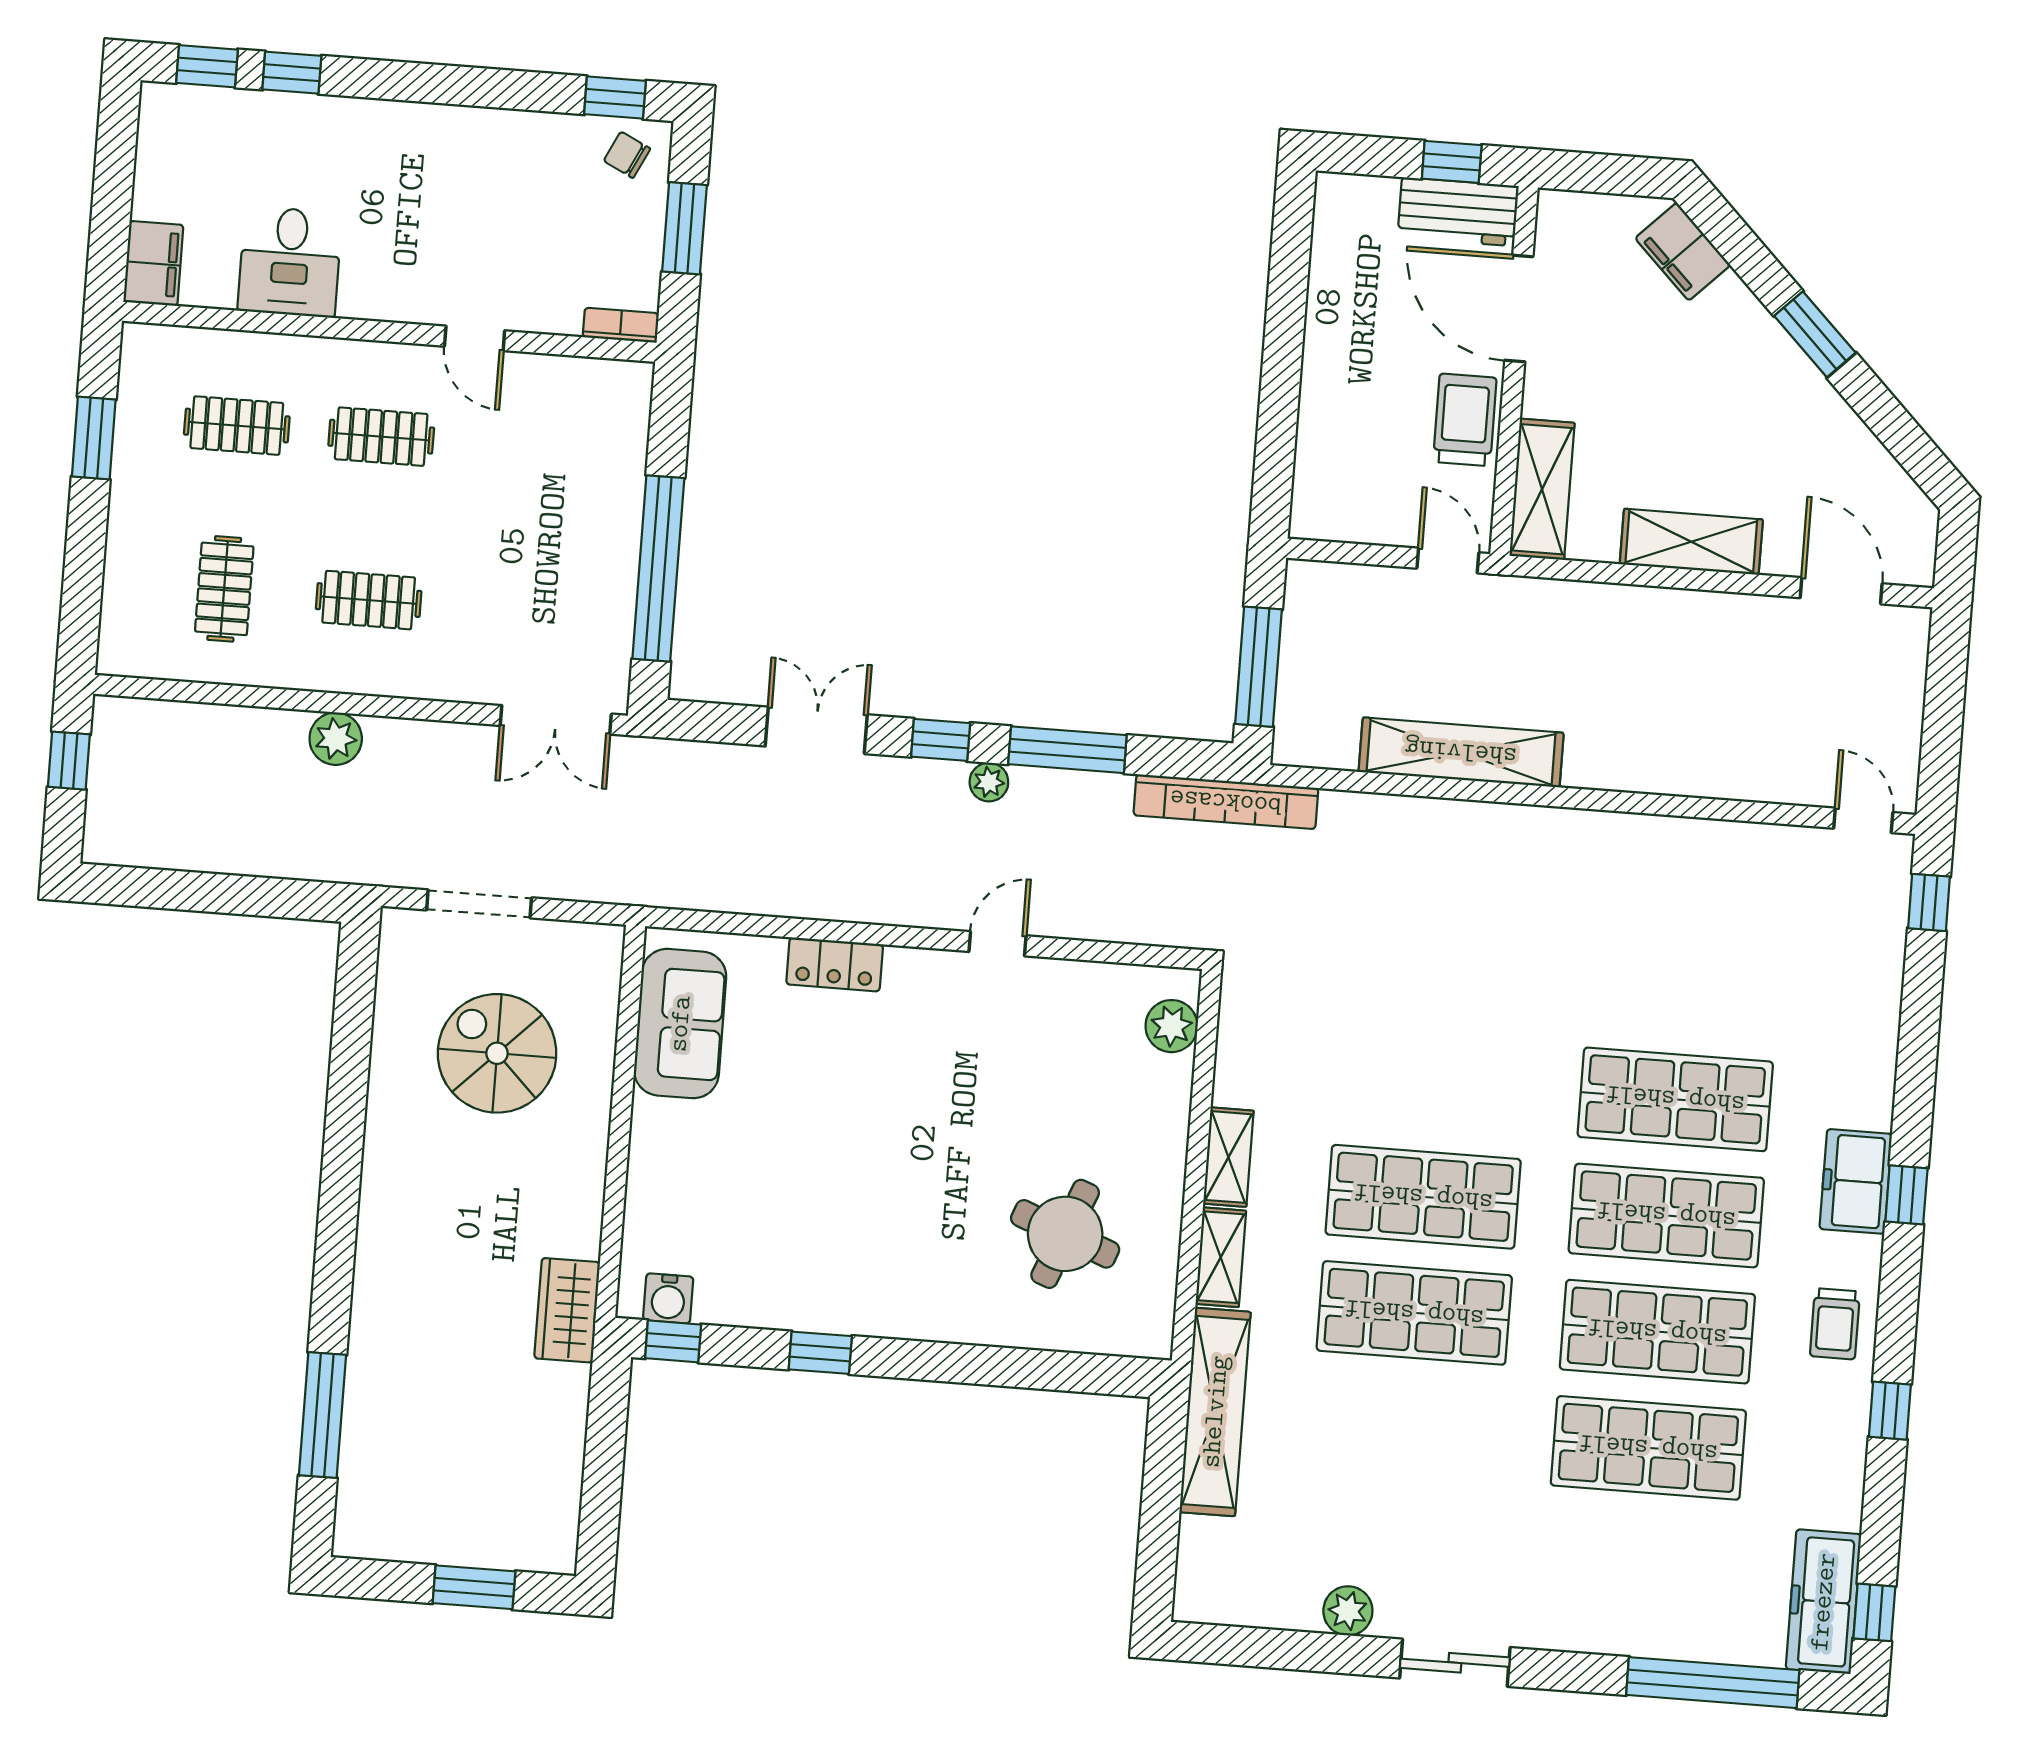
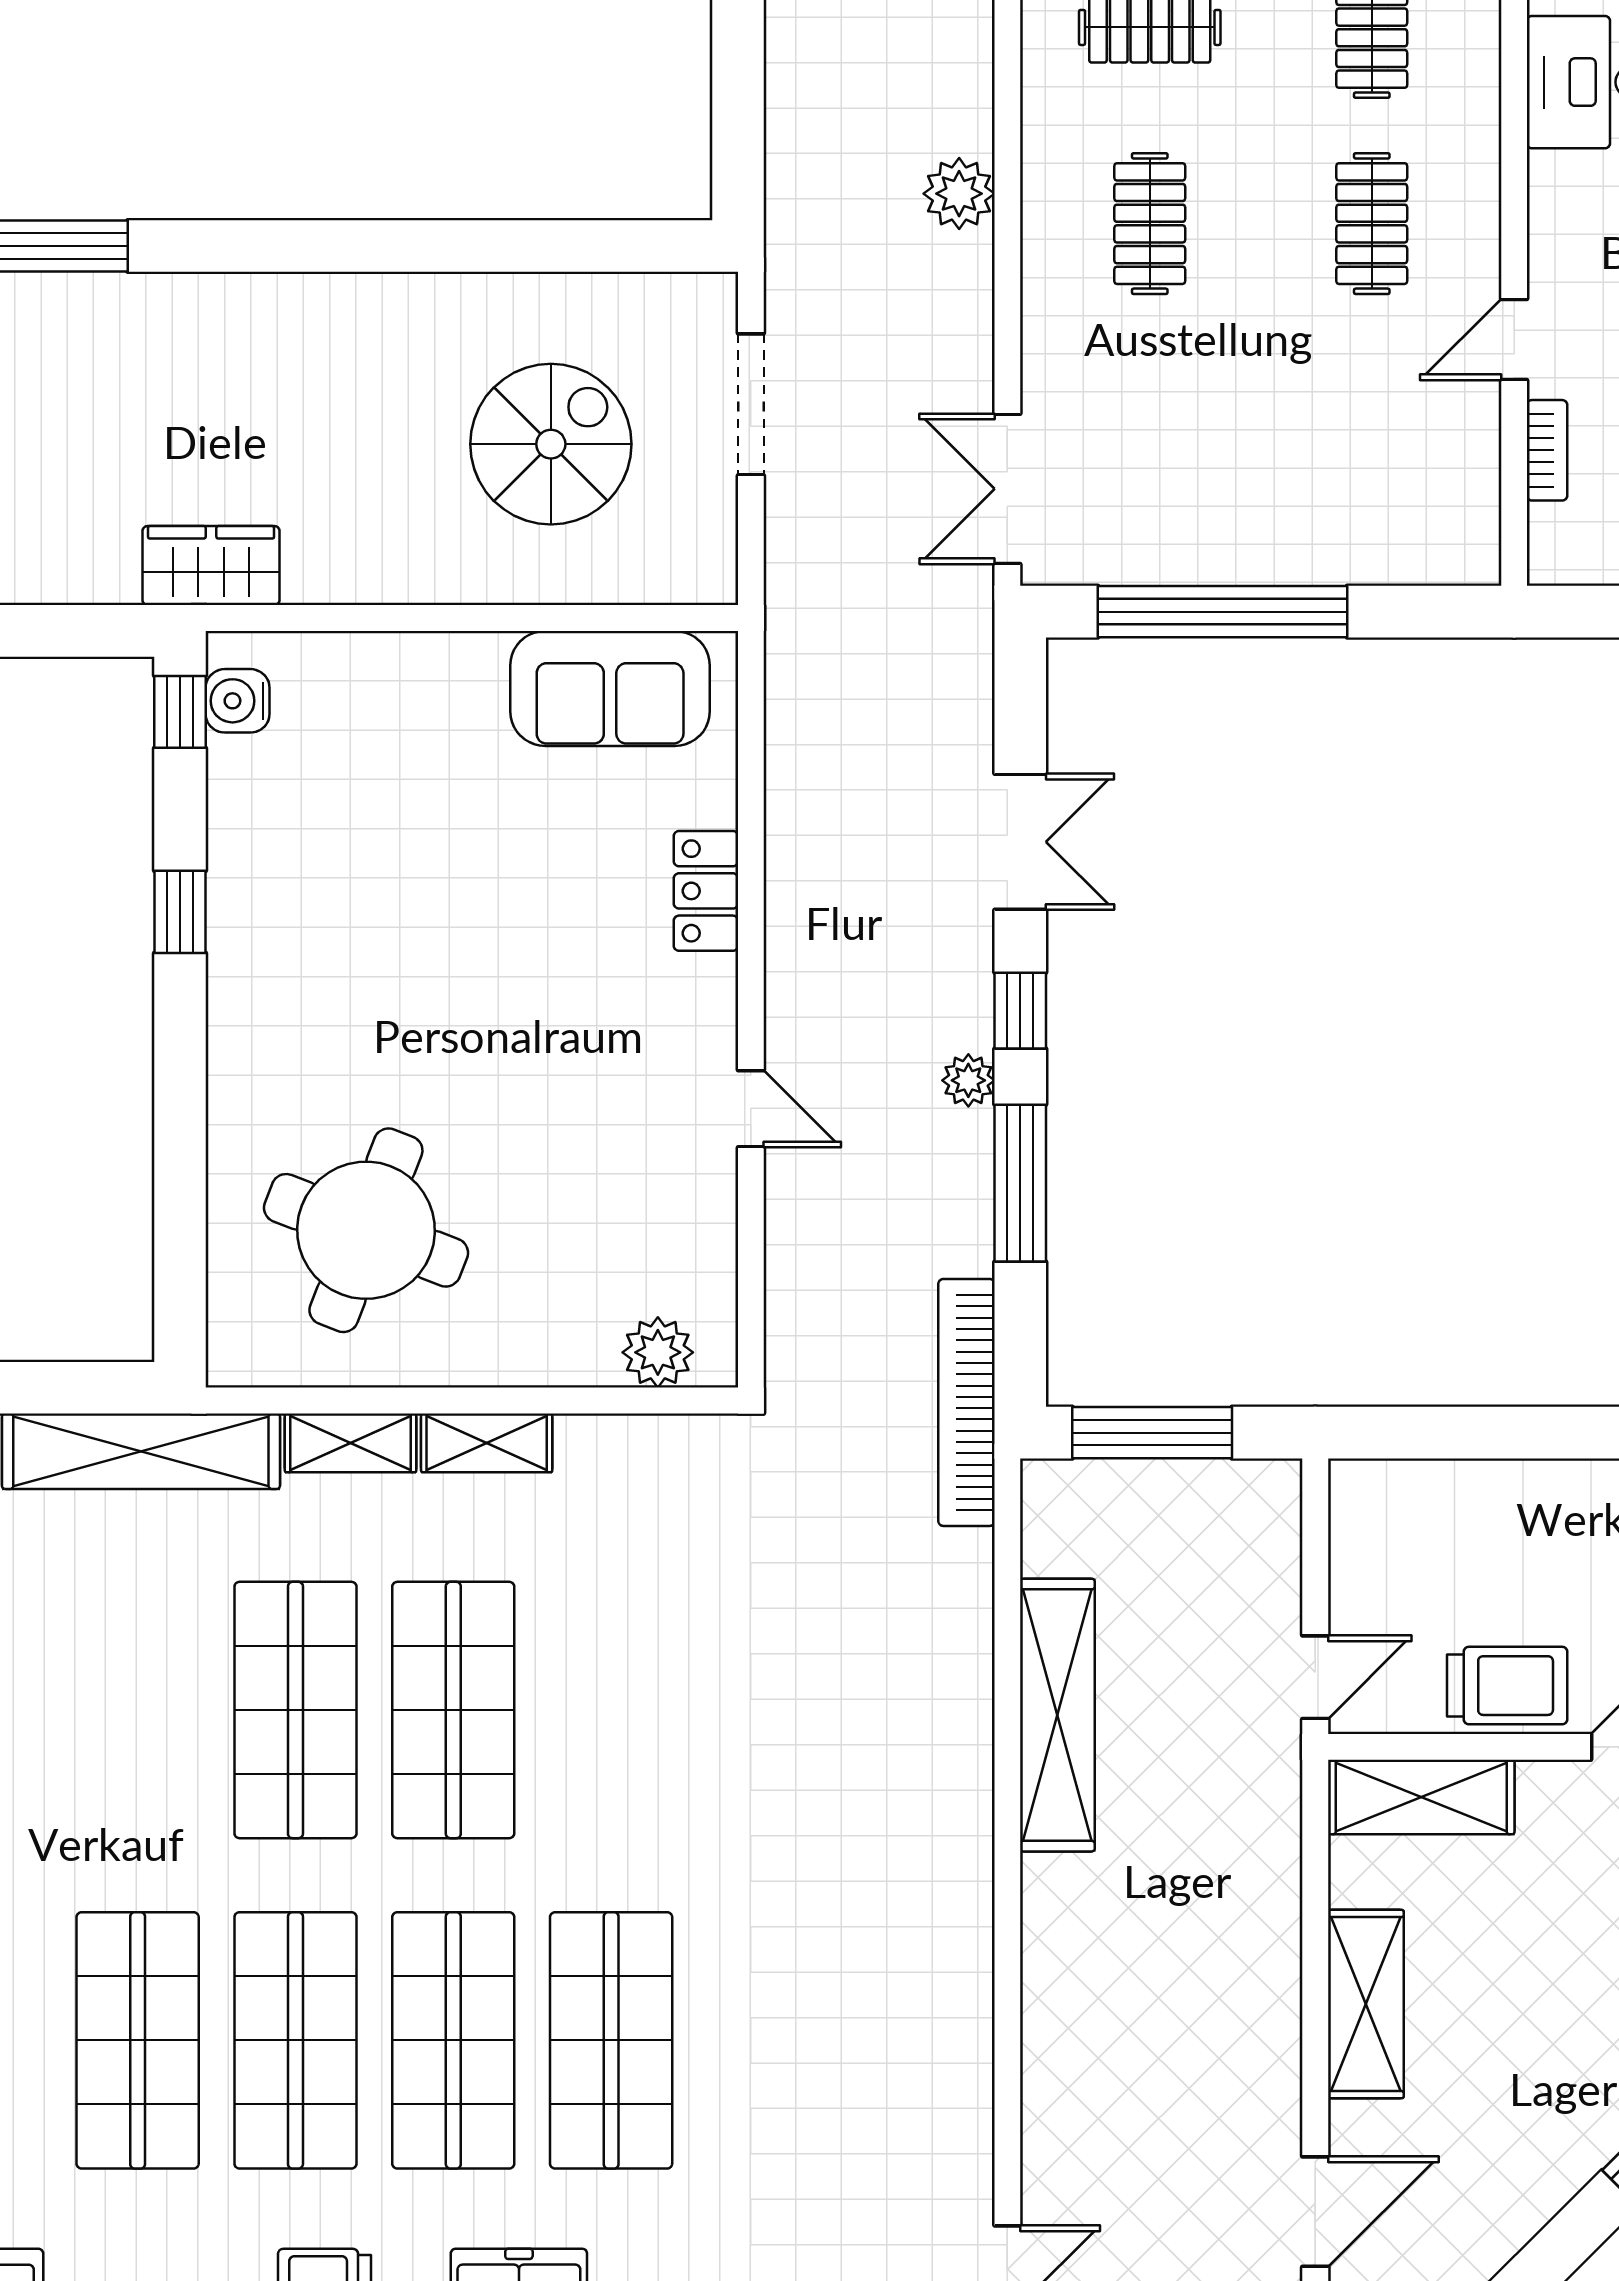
bookcase: (621, 325) -> (1547, 450), moved
round table: (1065, 1234) -> (366, 1230), width x1.36, depth x1.36

